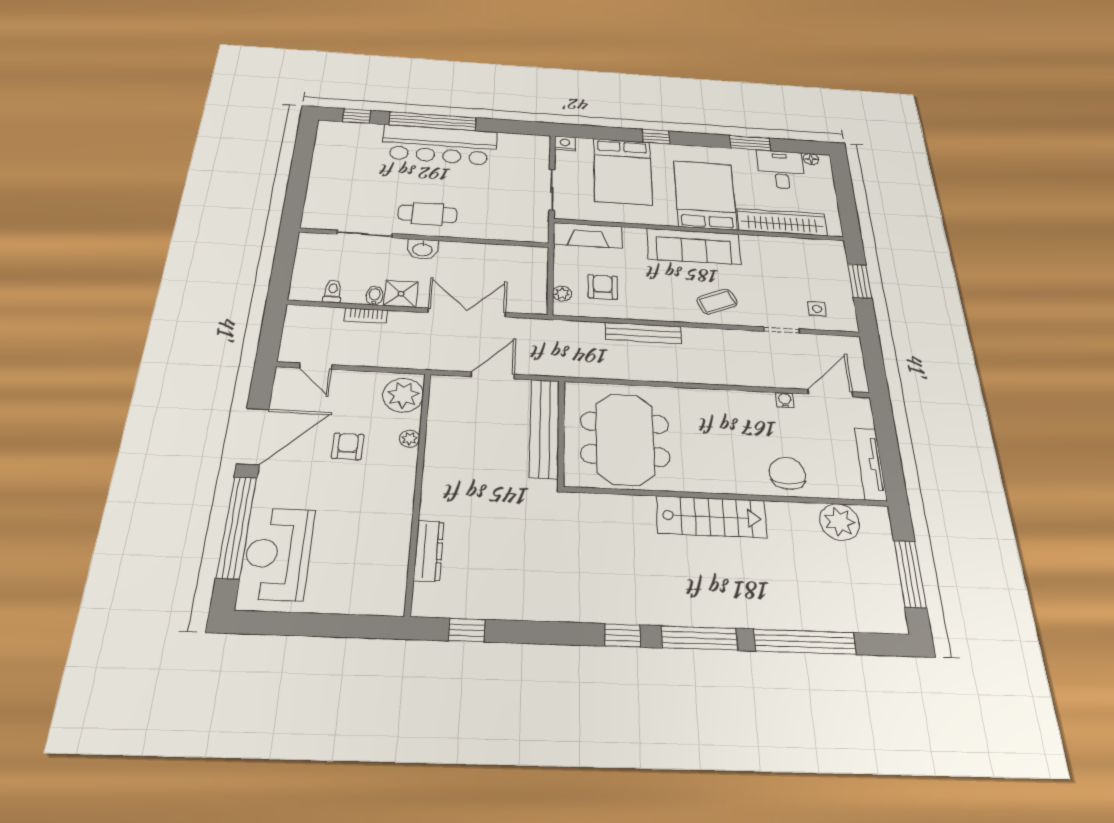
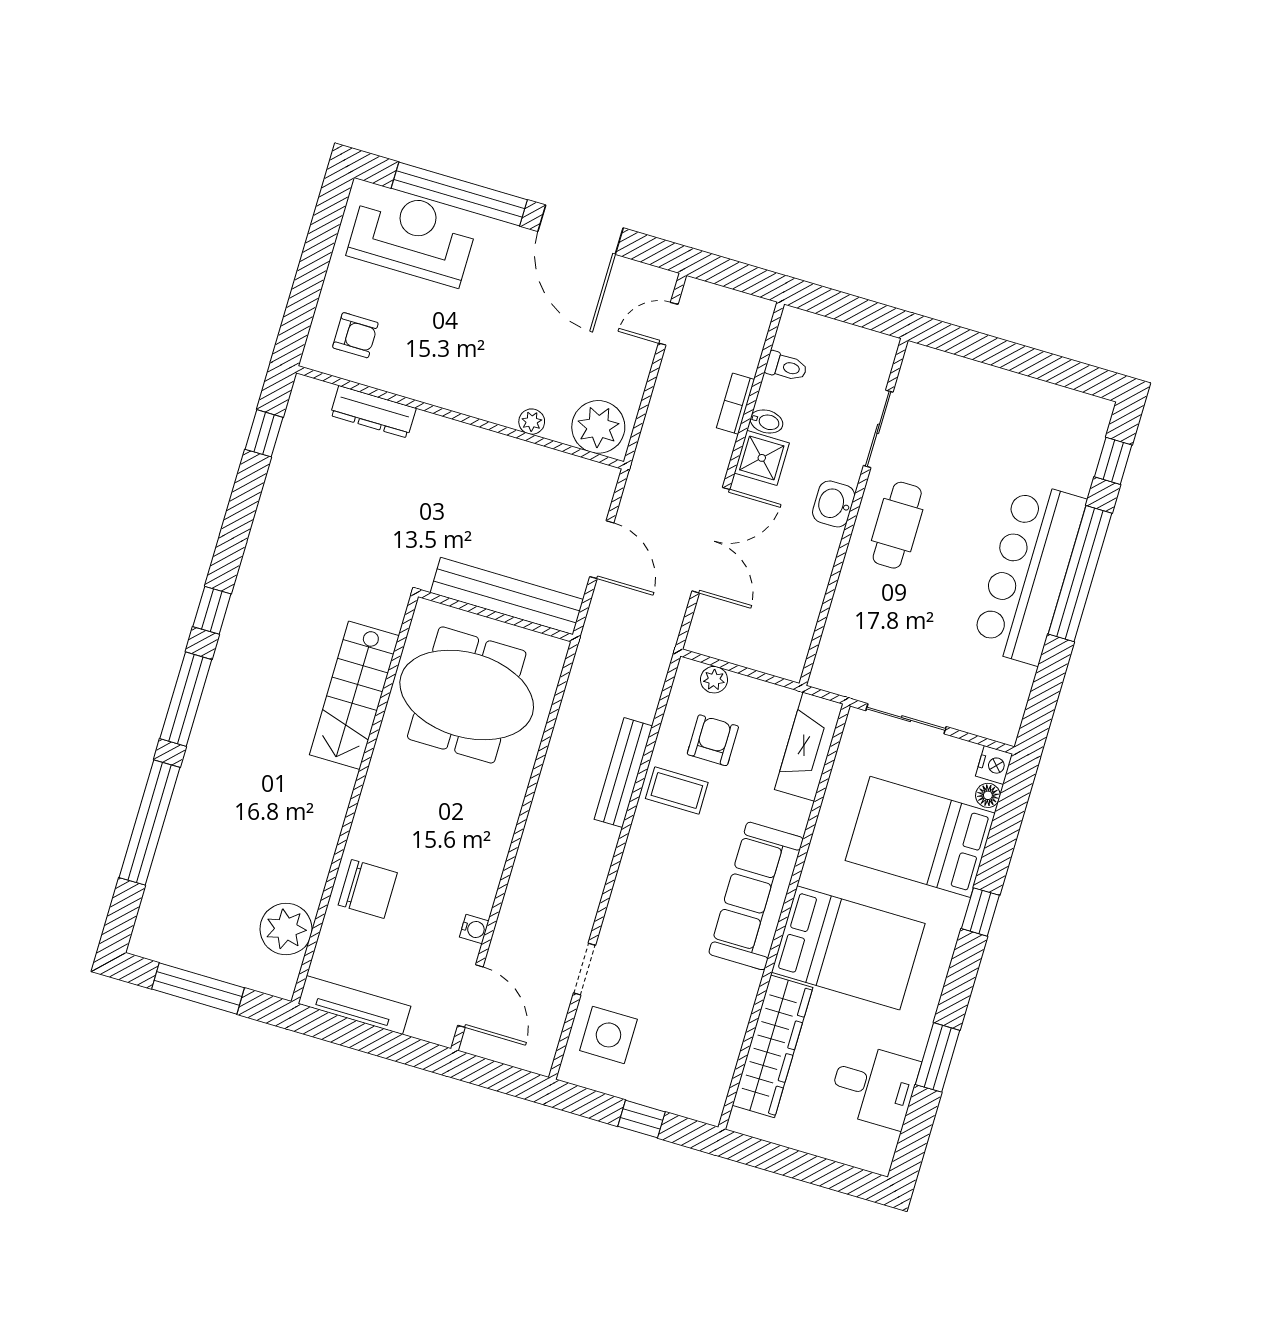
floor lamp: (811, 159) -> (988, 795), moved
window: (860, 281) -> (642, 1119), width x0.67
armchair: (603, 287) -> (713, 740), turned -90
coffee table: (717, 302) -> (677, 790), moved, turned -67
side table: (817, 309) -> (608, 1035), width x1.87, depth x1.87
armchair: (348, 446) -> (355, 335), moved
stairs: (711, 517) -> (354, 695), moved

